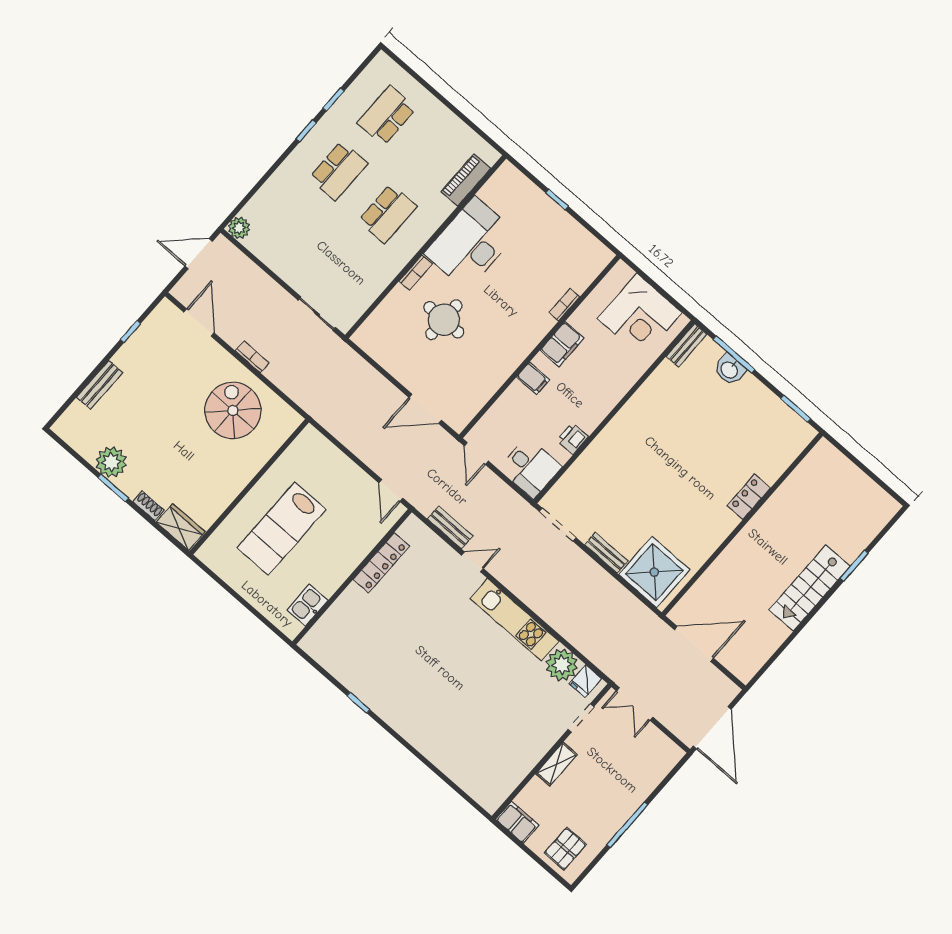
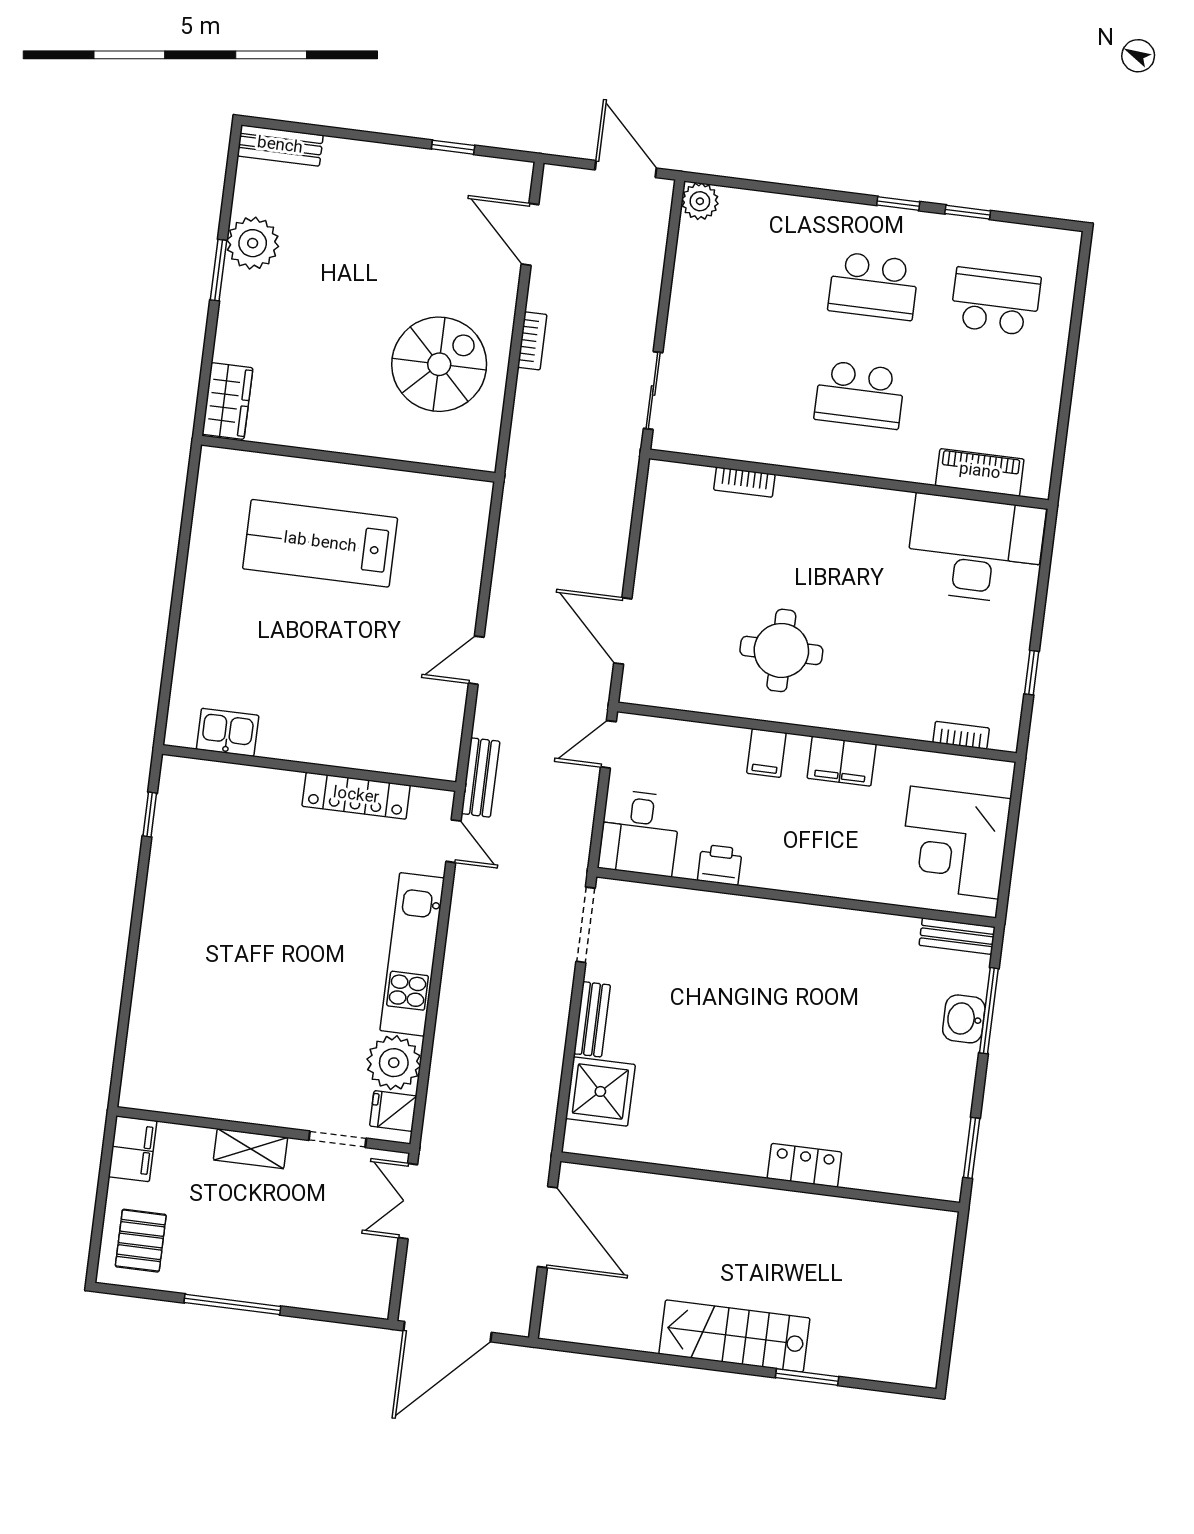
window: (557, 199) -> (1032, 673), moved
desk: (471, 243) -> (975, 549), moved
bookcase: (416, 273) -> (744, 482), moved
bookcase: (564, 305) -> (961, 735), moved
round table: (444, 320) -> (781, 650), moved
door: (199, 323) -> (530, 234), swing flipped
bench: (100, 385) -> (280, 146), moved
shoe rack: (148, 506) -> (227, 336), removed
locker: (381, 563) -> (356, 796), moved
shower: (654, 572) -> (600, 1091), width x0.73, depth x0.73
wall: (352, 577) -> (309, 768), moved
kitchen sink: (307, 605) -> (228, 732), moved
pallet: (565, 849) -> (141, 1241), turned 90

